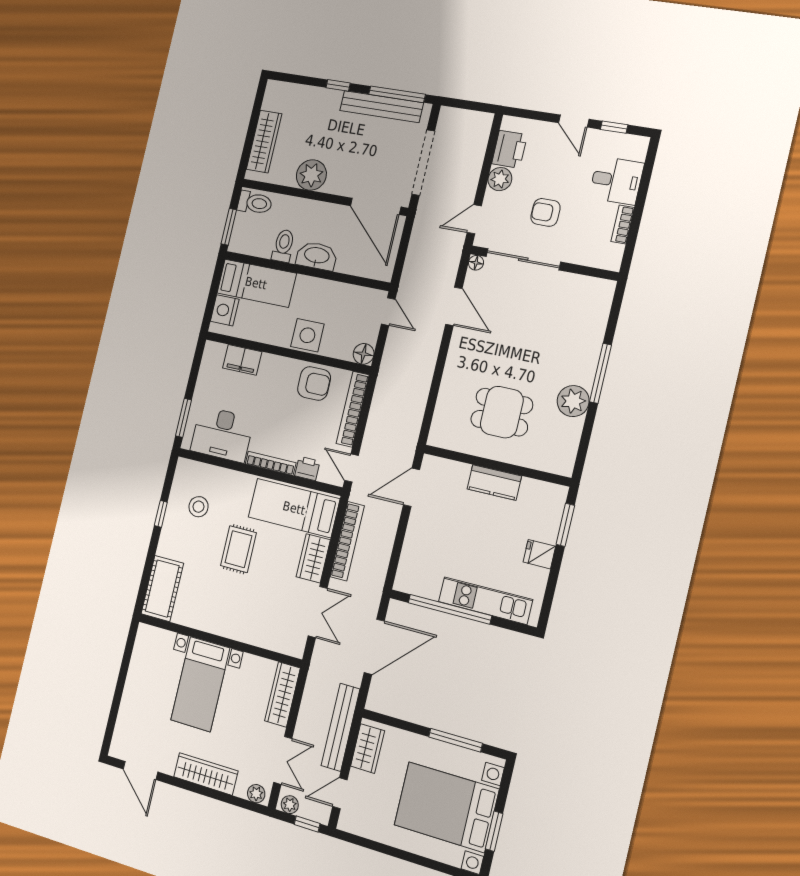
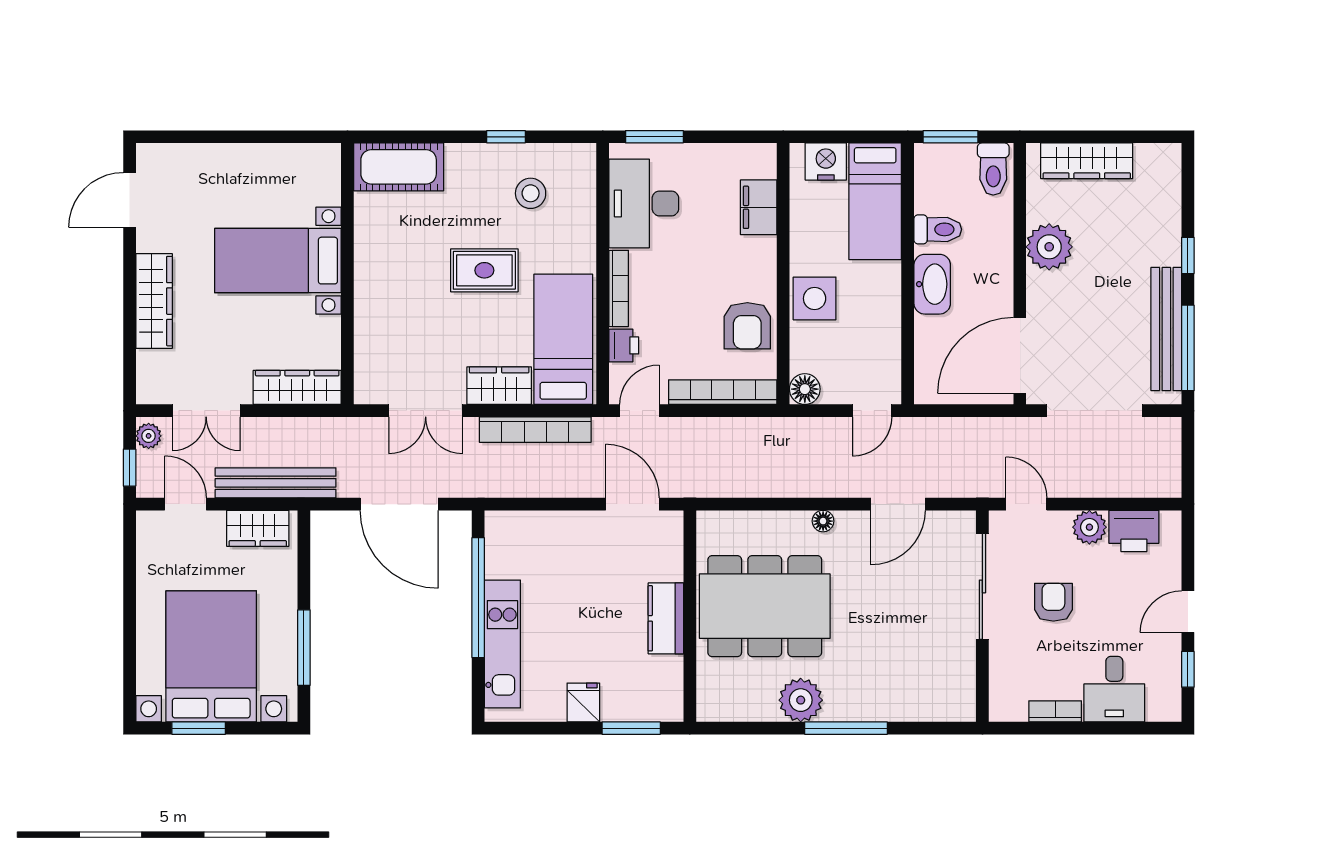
floor lamp: (476, 263) -> (823, 521), moved
dining table: (502, 412) -> (765, 606), width x1.88, depth x1.24
plant: (256, 794) -> (149, 383), removed

